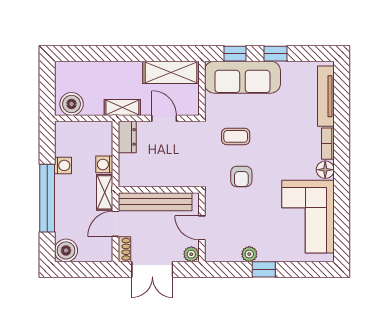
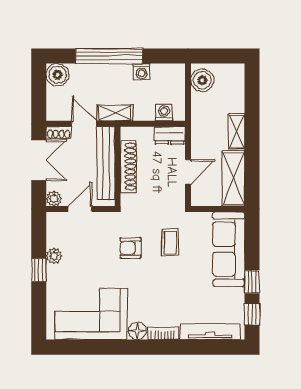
window: (235, 54) -> (252, 314), moved
shelving: (122, 107) -> (237, 132), moved
washing machine: (104, 164) -> (164, 113), moved
shoe rack: (159, 179) -> (128, 166), added
double door: (152, 269) -> (39, 160), swing flipped

